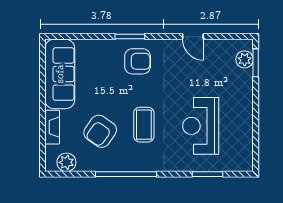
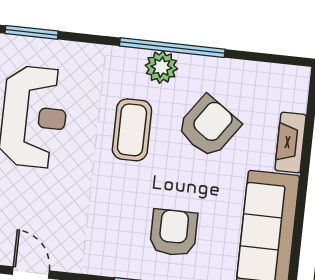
armchair: (138, 61) -> (174, 233), moved, turned 90
plant: (66, 162) -> (161, 67), moved

